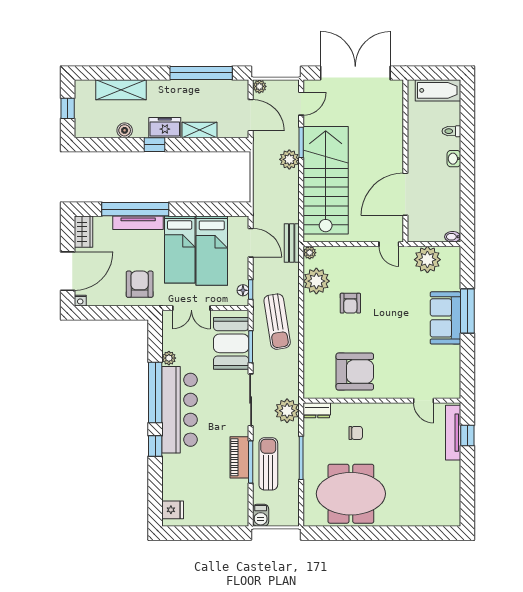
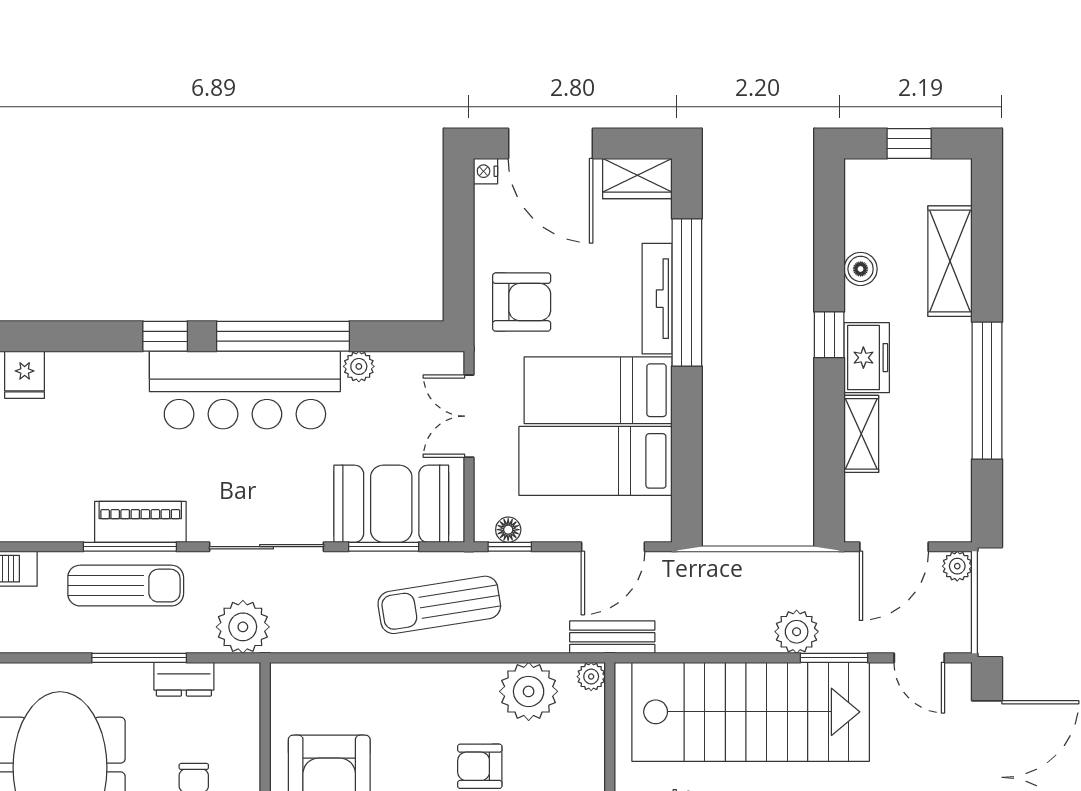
window: (201, 73) -> (987, 391), moved
dresser: (317, 410) -> (184, 679), moved, turned -90

